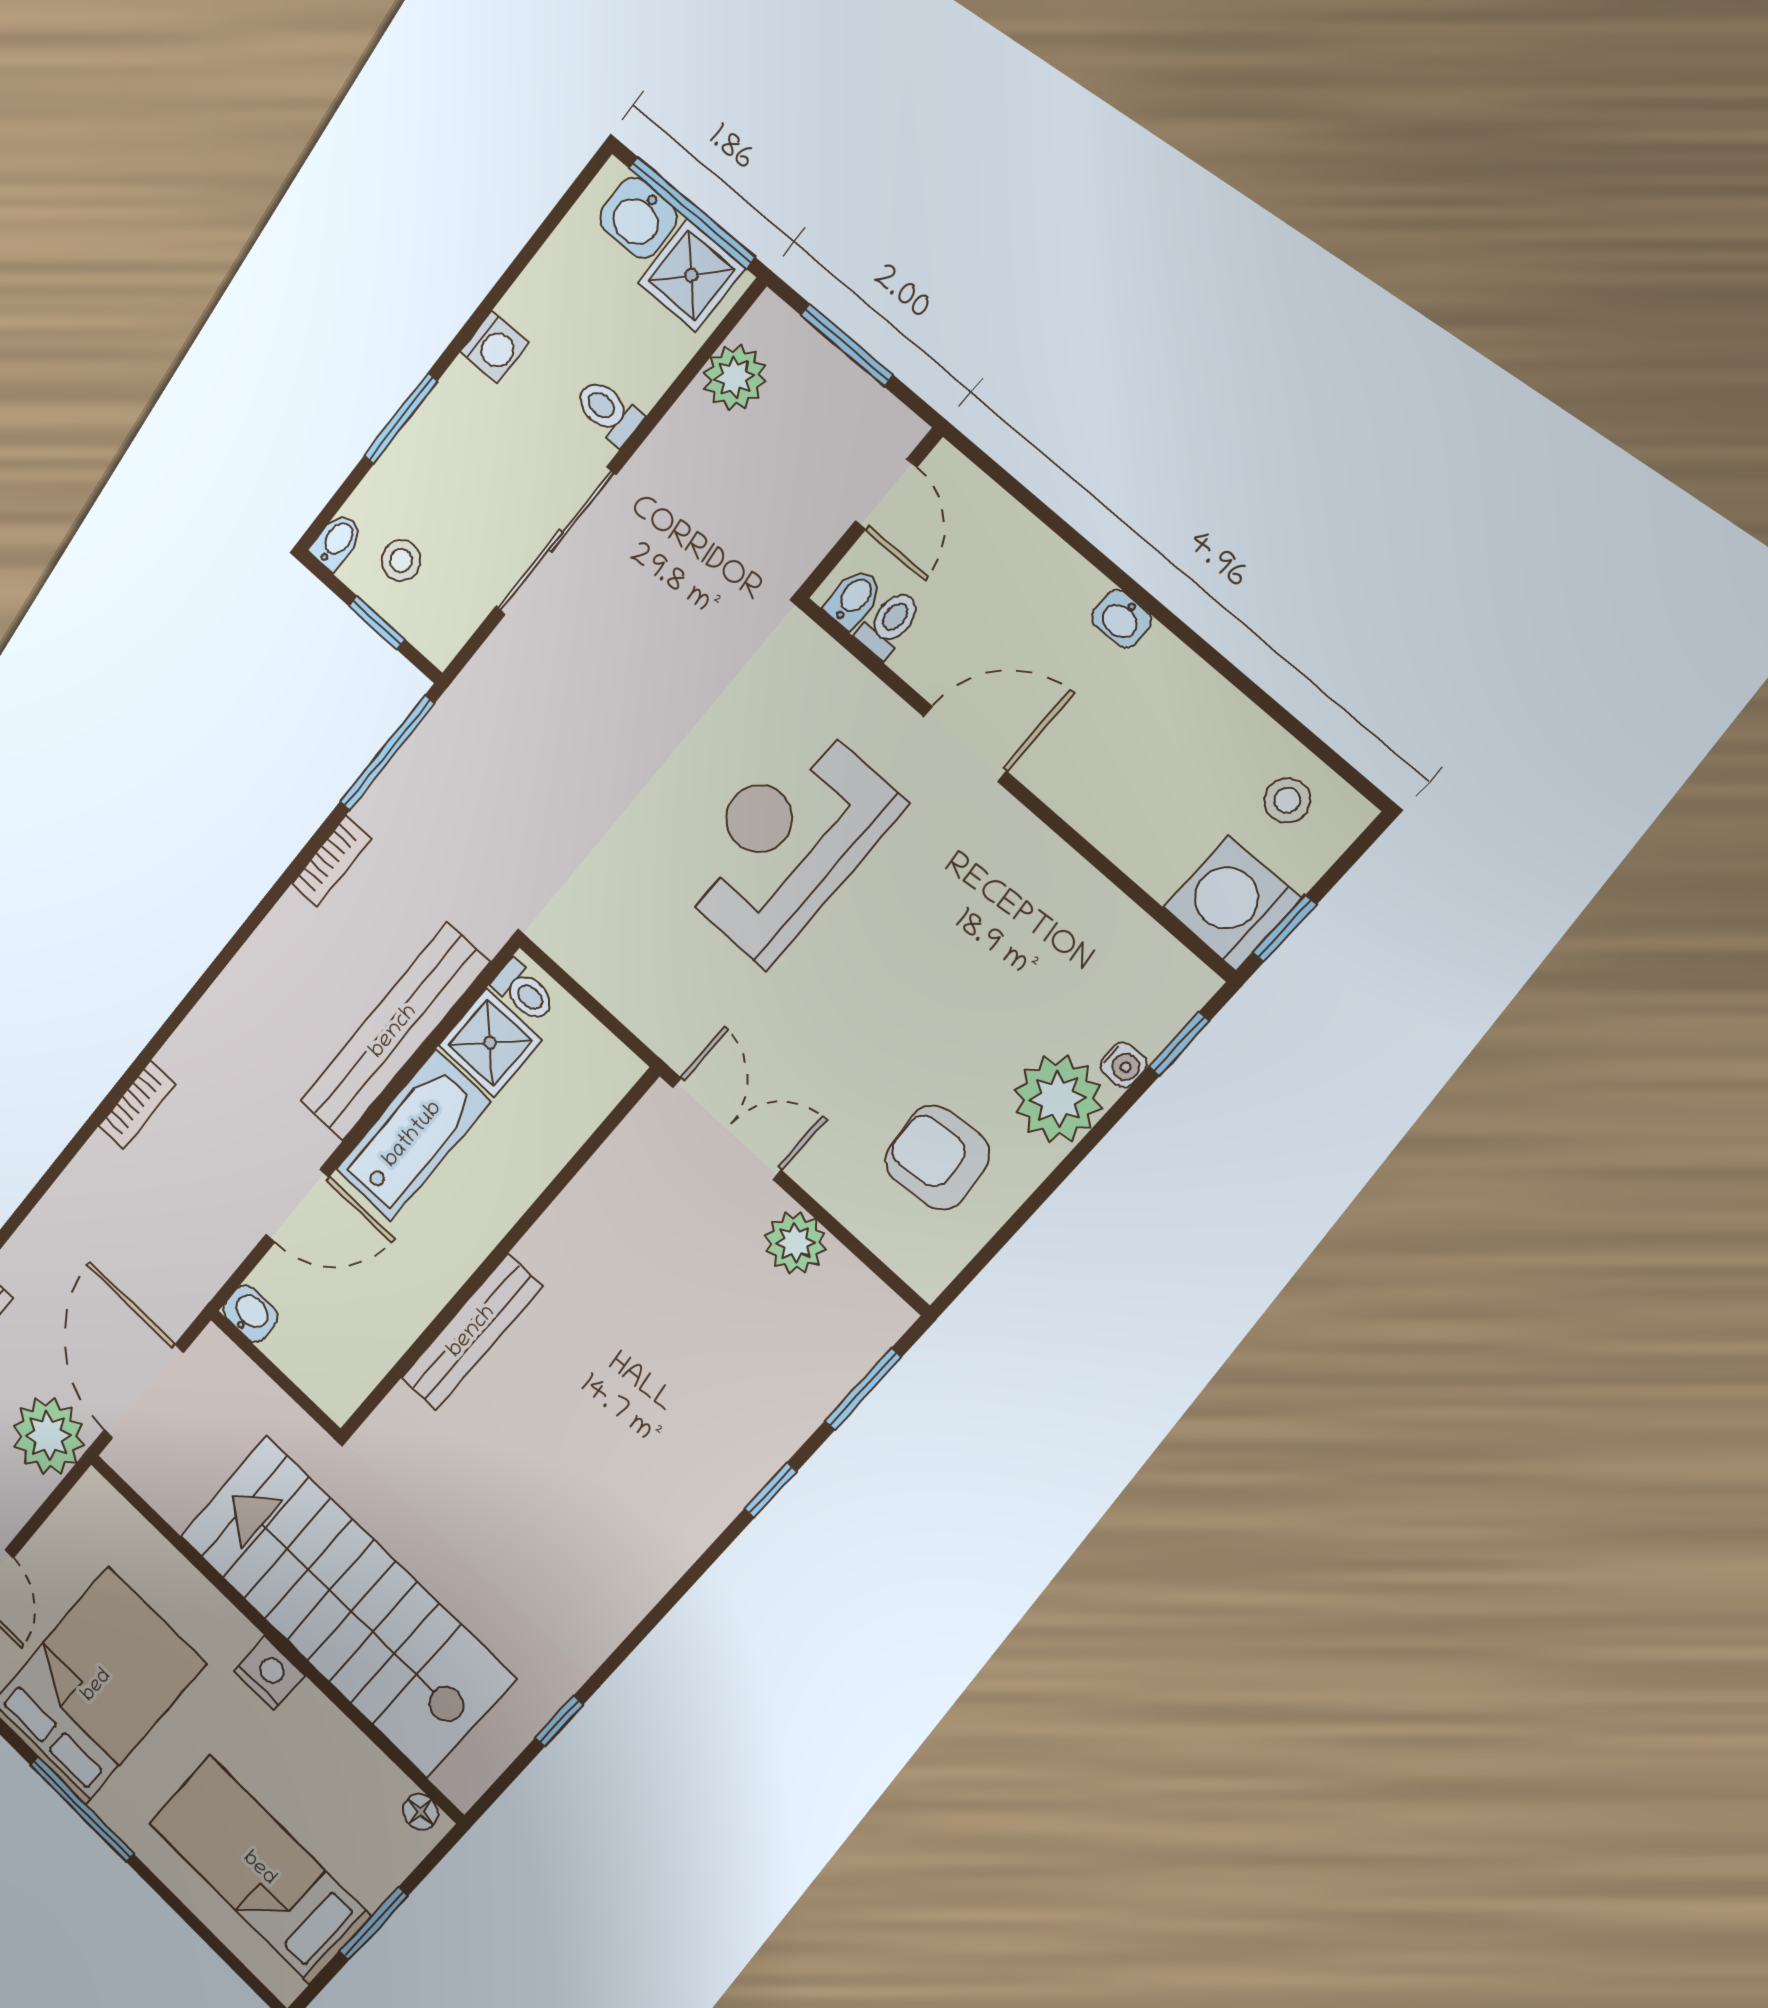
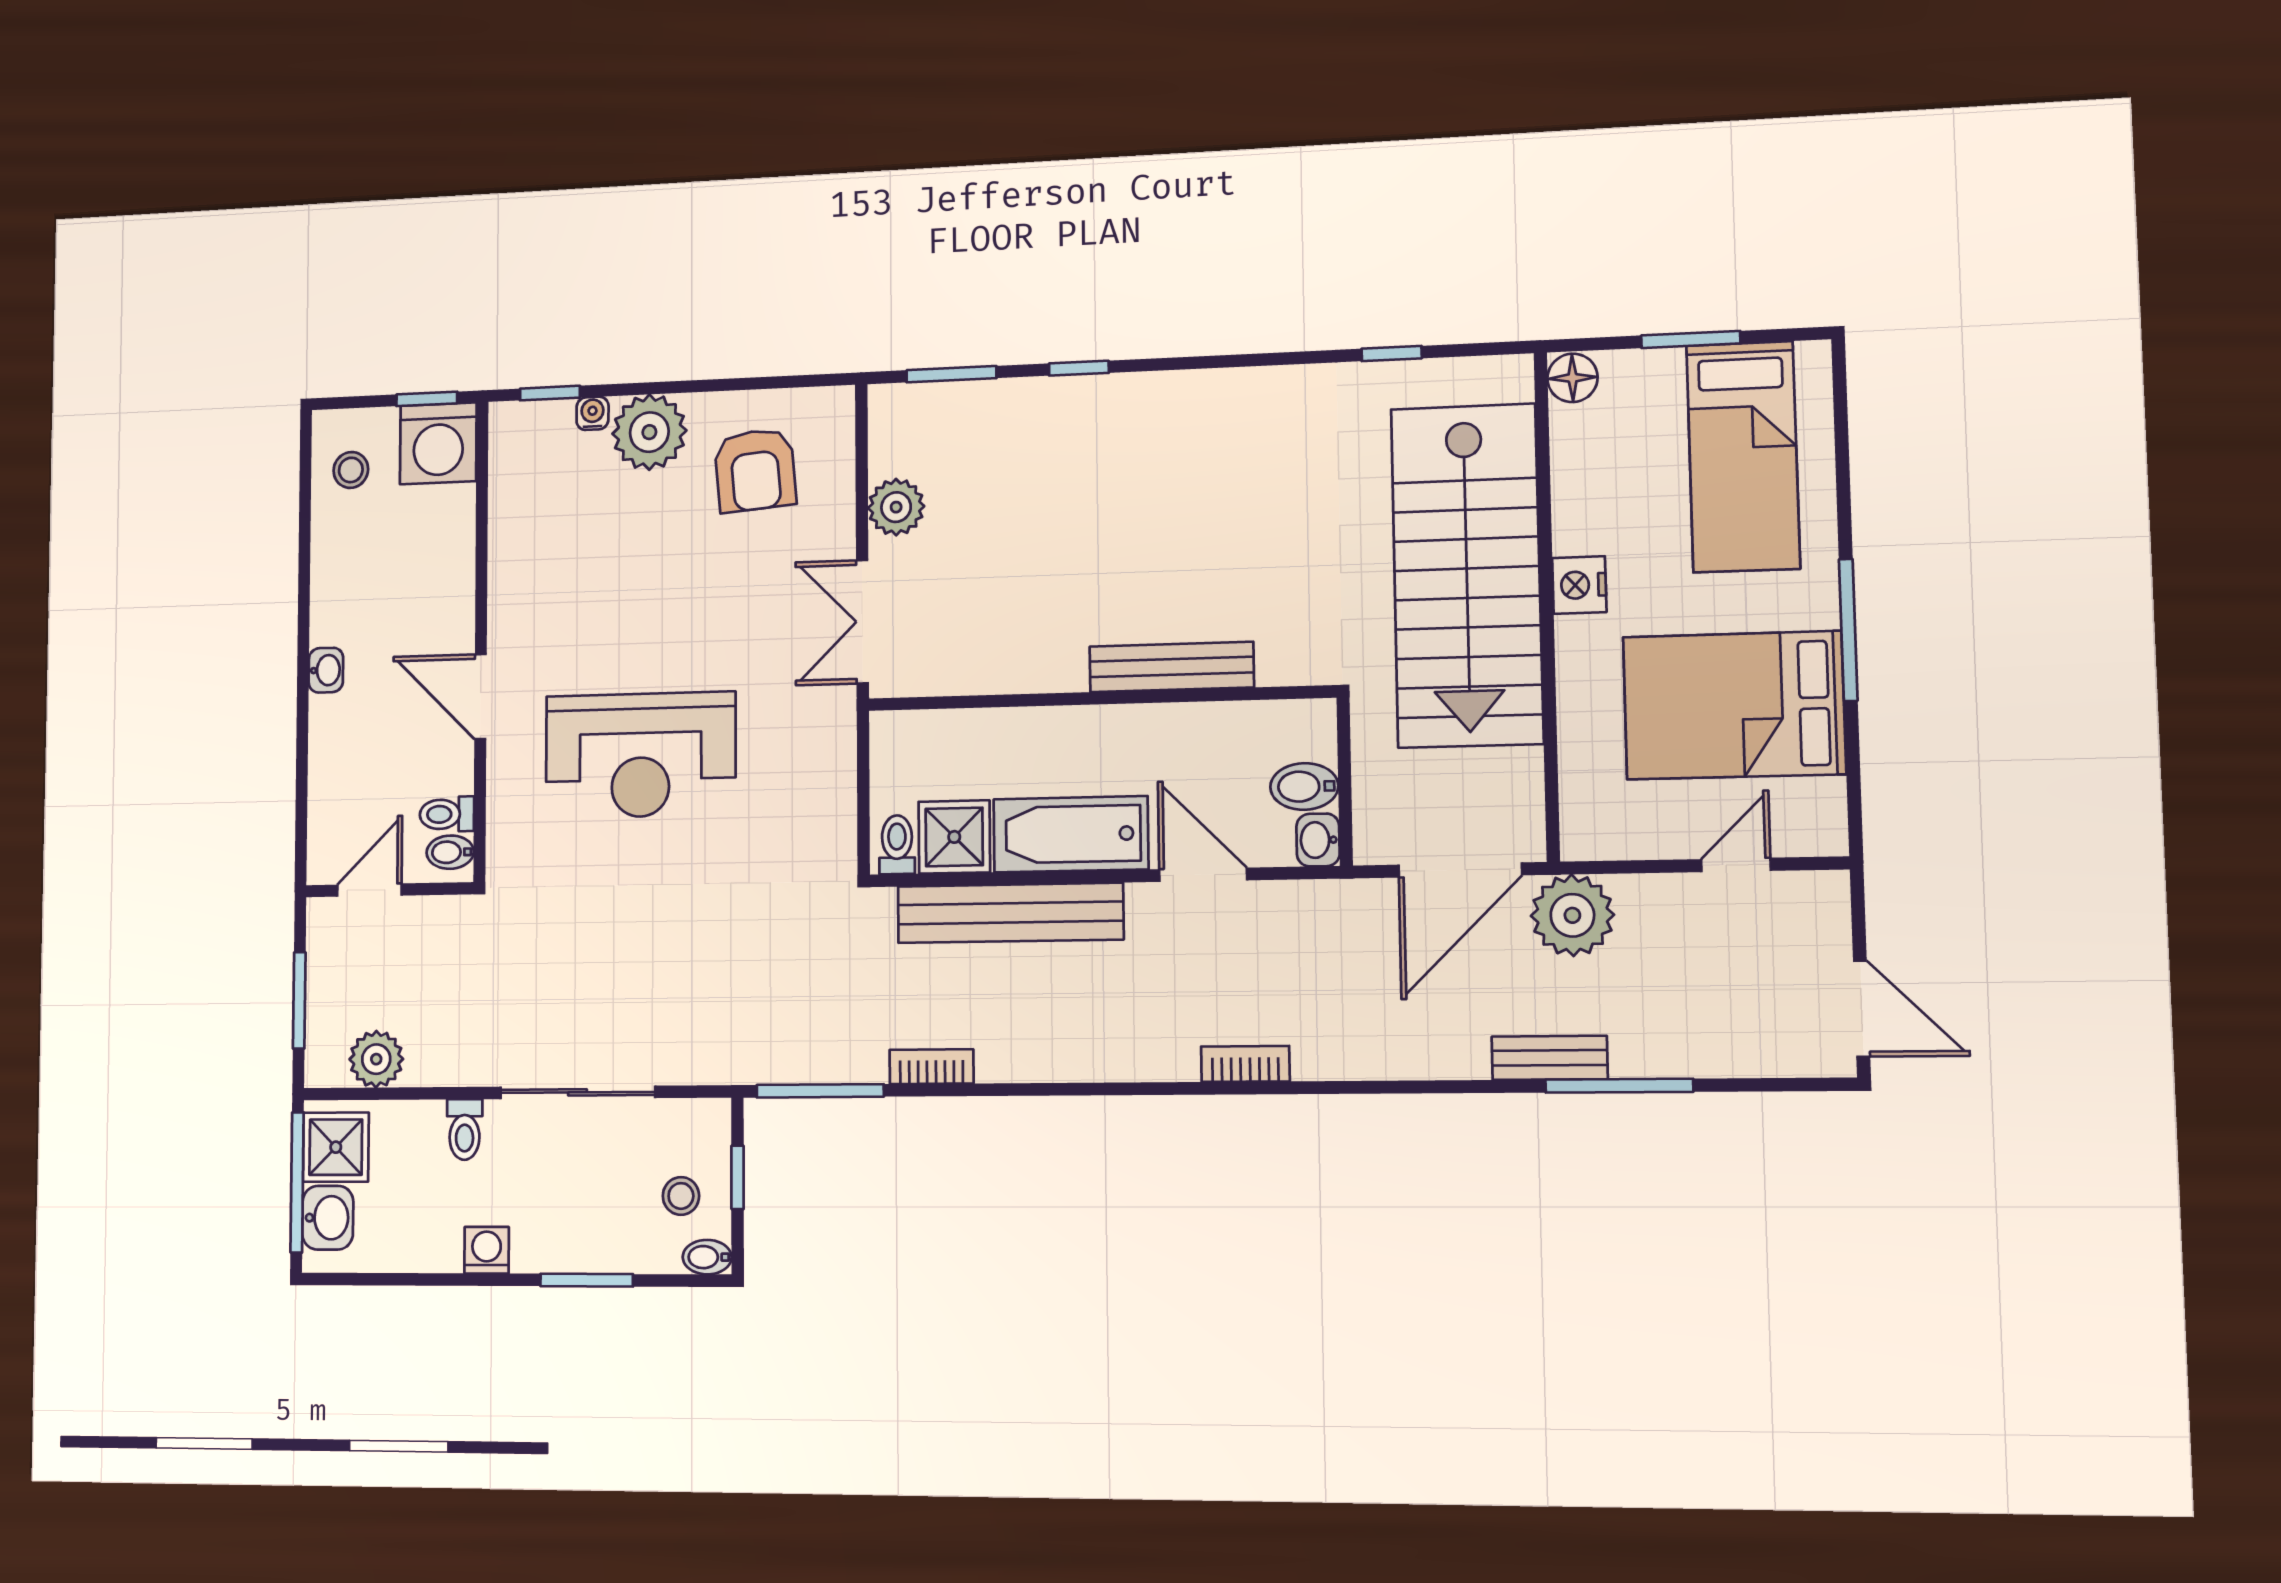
bidet: (297, 1342) -> (1304, 787), added
floor lamp: (420, 1812) -> (1573, 378), width x1.37, depth x1.37

